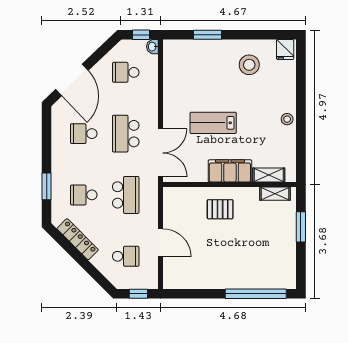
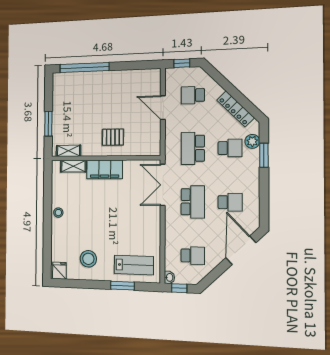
lab bench: (213, 123) -> (134, 265), moved
plant: (59, 202) -> (252, 141), added

